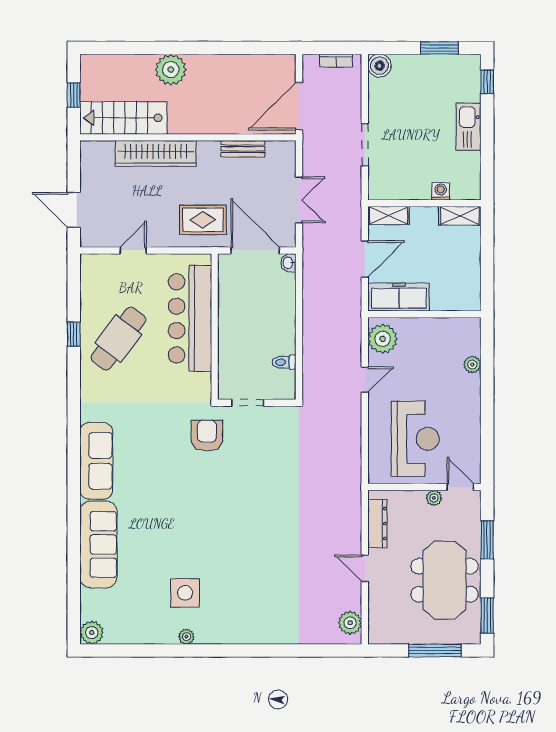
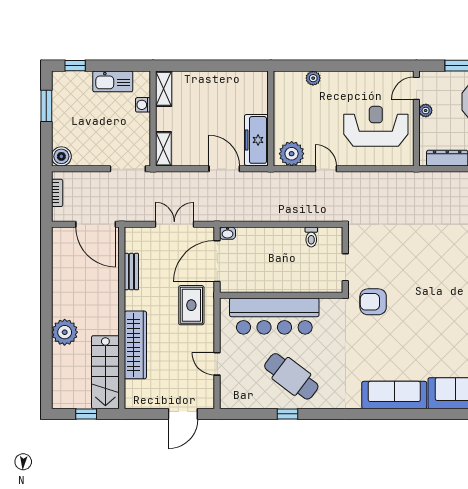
washing machine: (441, 191) -> (143, 105), moved
wall: (424, 203) -> (153, 119), moved
shelving: (388, 216) -> (163, 149), moved
shelving: (460, 216) -> (164, 89), moved

